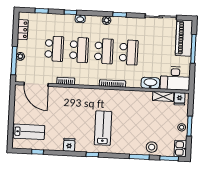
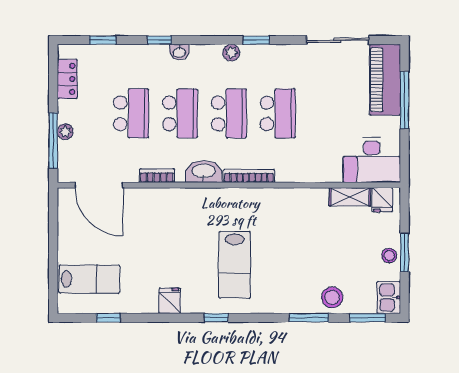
washbasin: (150, 83) -> (204, 172), moved
lab bench: (103, 128) -> (235, 265), turned 180

